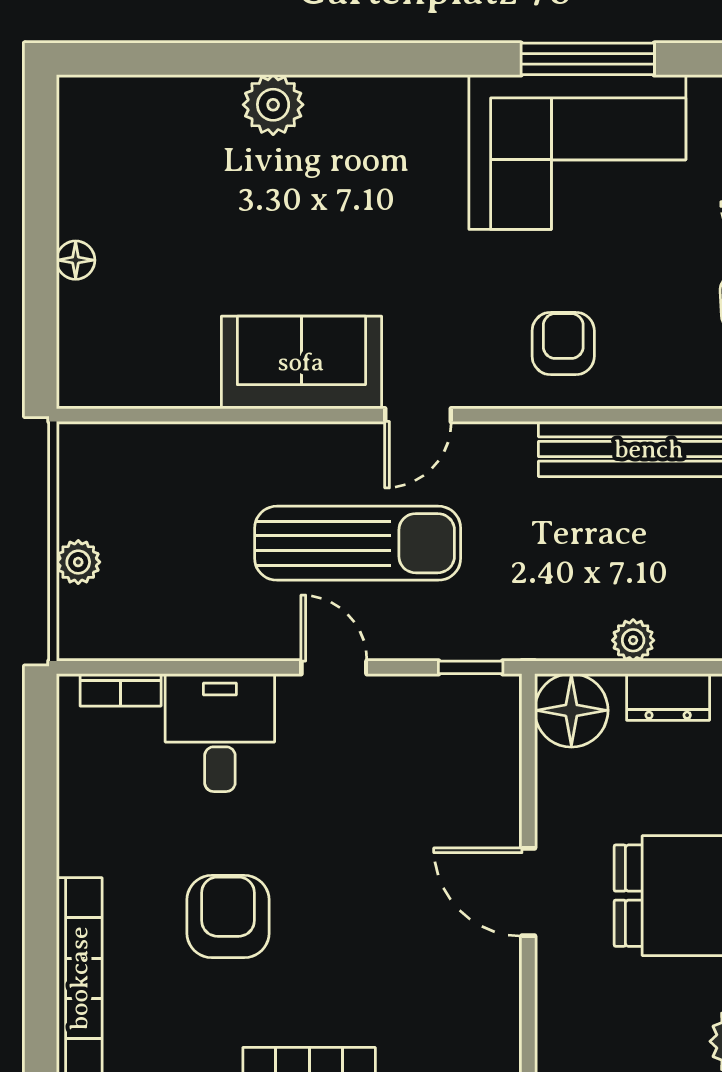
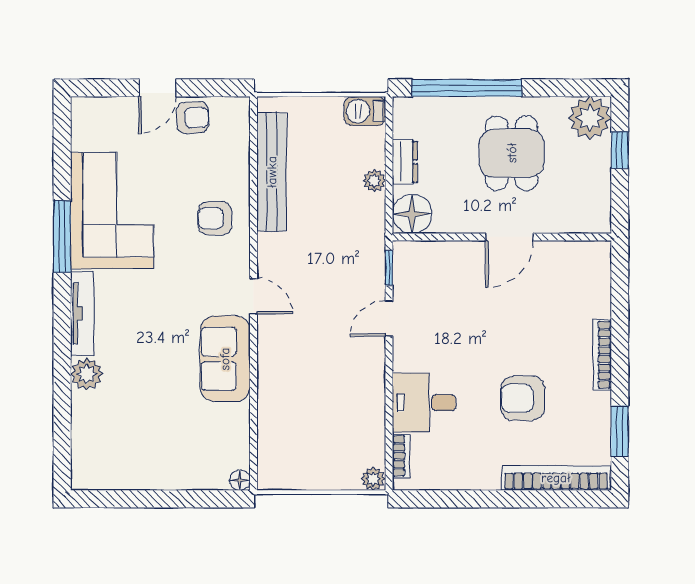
window: (588, 59) -> (62, 237), moved
tv unit: (386, 96) -> (82, 313), added
floor lamp: (76, 260) -> (240, 480), moved
sun lounger: (358, 543) -> (322, 329), removed
plant: (78, 562) -> (373, 479), moved
door: (334, 667) -> (389, 319), moved

